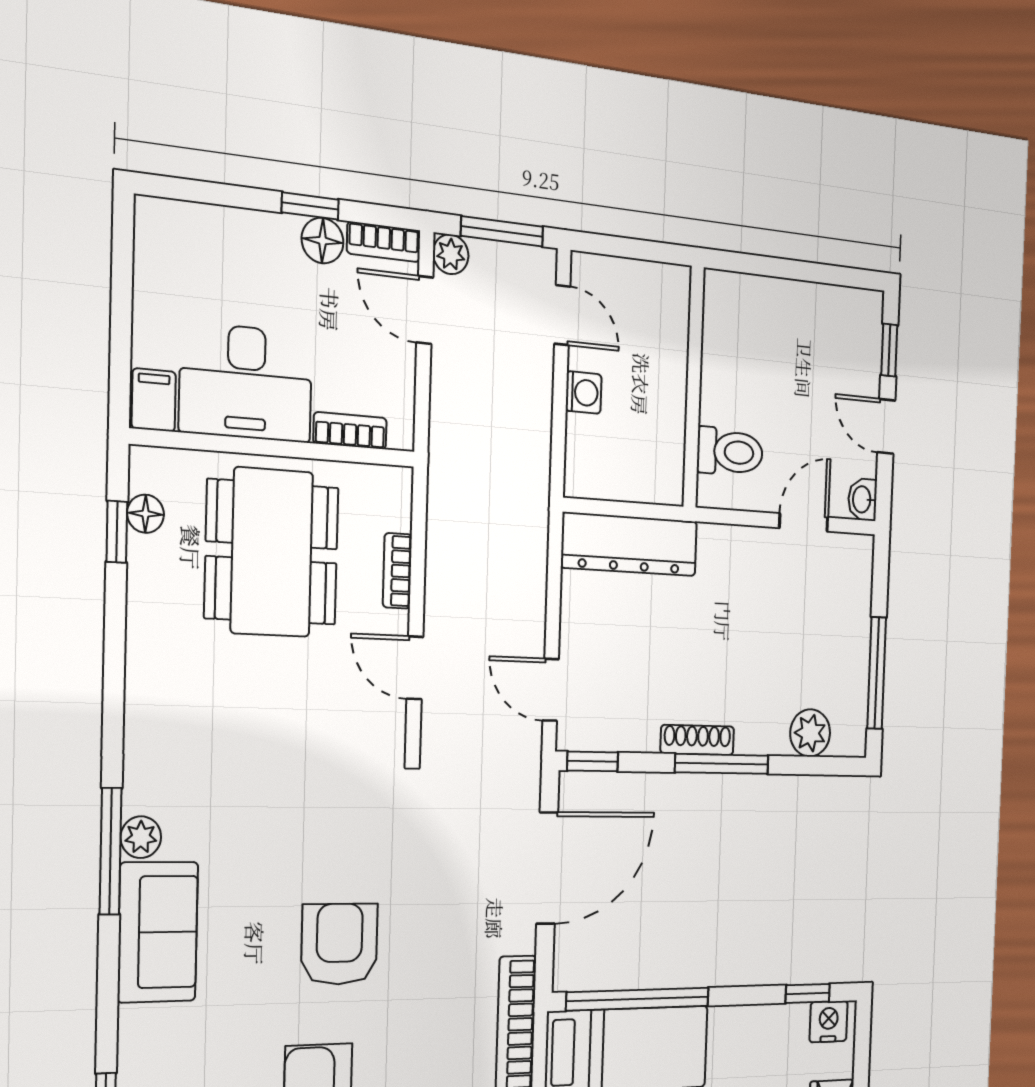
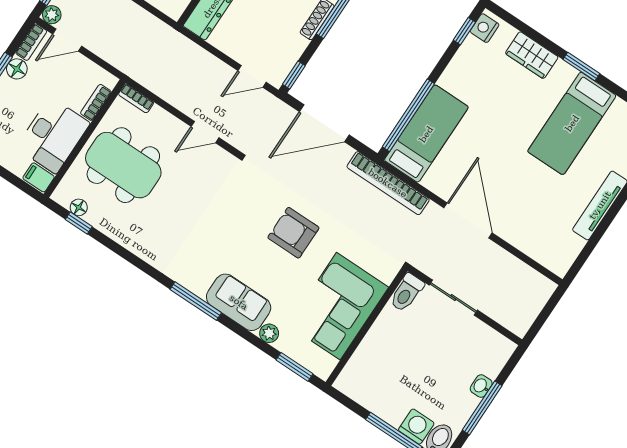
bookcase: (397, 571) -> (136, 98), moved
plant: (141, 837) -> (269, 333), moved
door: (547, 868) -> (324, 123), swing flipped

